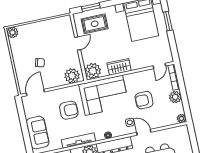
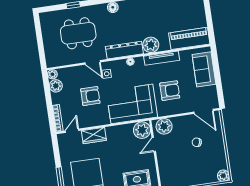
door: (78, 44) -> (154, 144), moved
wardrobe: (119, 67) -> (94, 136), moved
door: (35, 92) -> (204, 111), hinge flipped
plant: (175, 97) -> (56, 86), moved
armchair: (69, 110) -> (170, 91), turned 180

